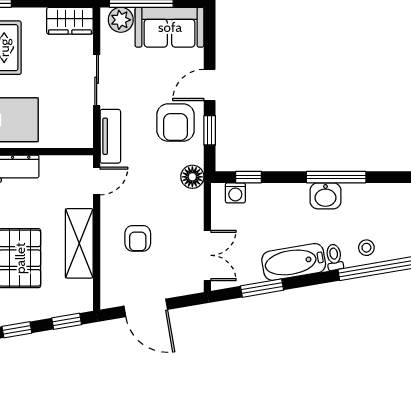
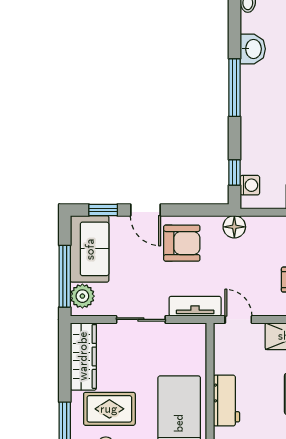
wardrobe: (70, 21) -> (83, 356), width x1.50
window: (210, 130) -> (103, 210), moved
washbasin: (326, 196) -> (253, 49), moved

